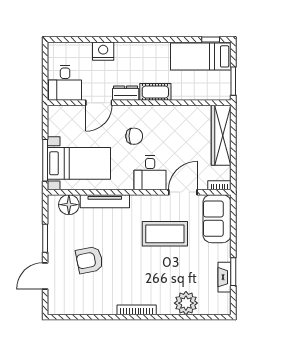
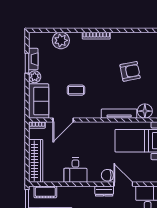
cot: (155, 92) -> (45, 192), moved
door: (99, 103) -> (123, 184), hinge flipped
chair: (134, 136) -> (107, 175), moved
desk: (150, 173) -> (75, 170), moved, turned 180
coffee table: (165, 234) -> (76, 90), width x0.54, depth x0.58
plant: (223, 252) -> (35, 77), added

